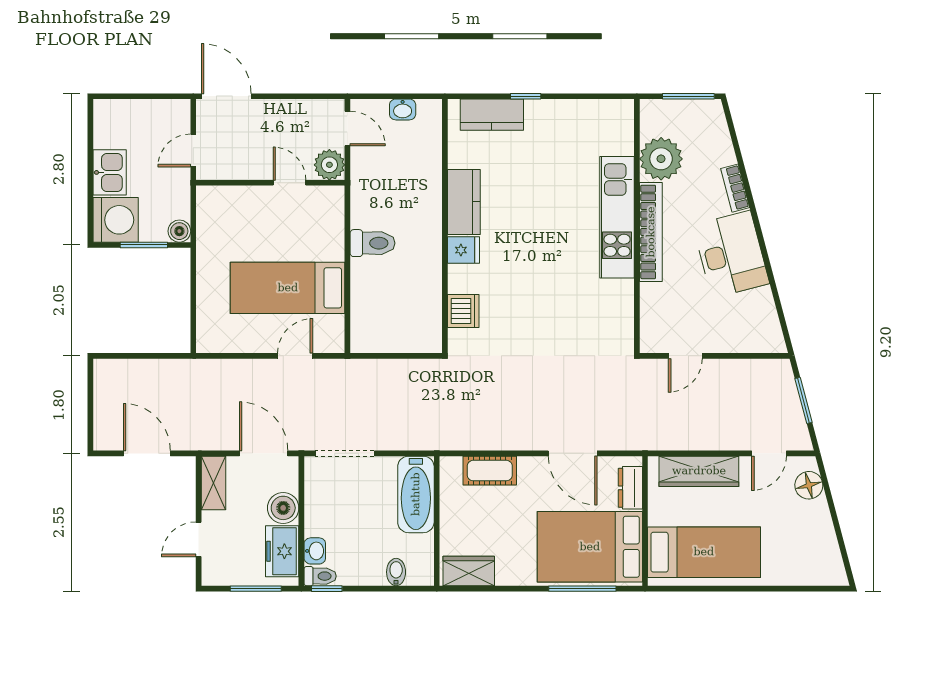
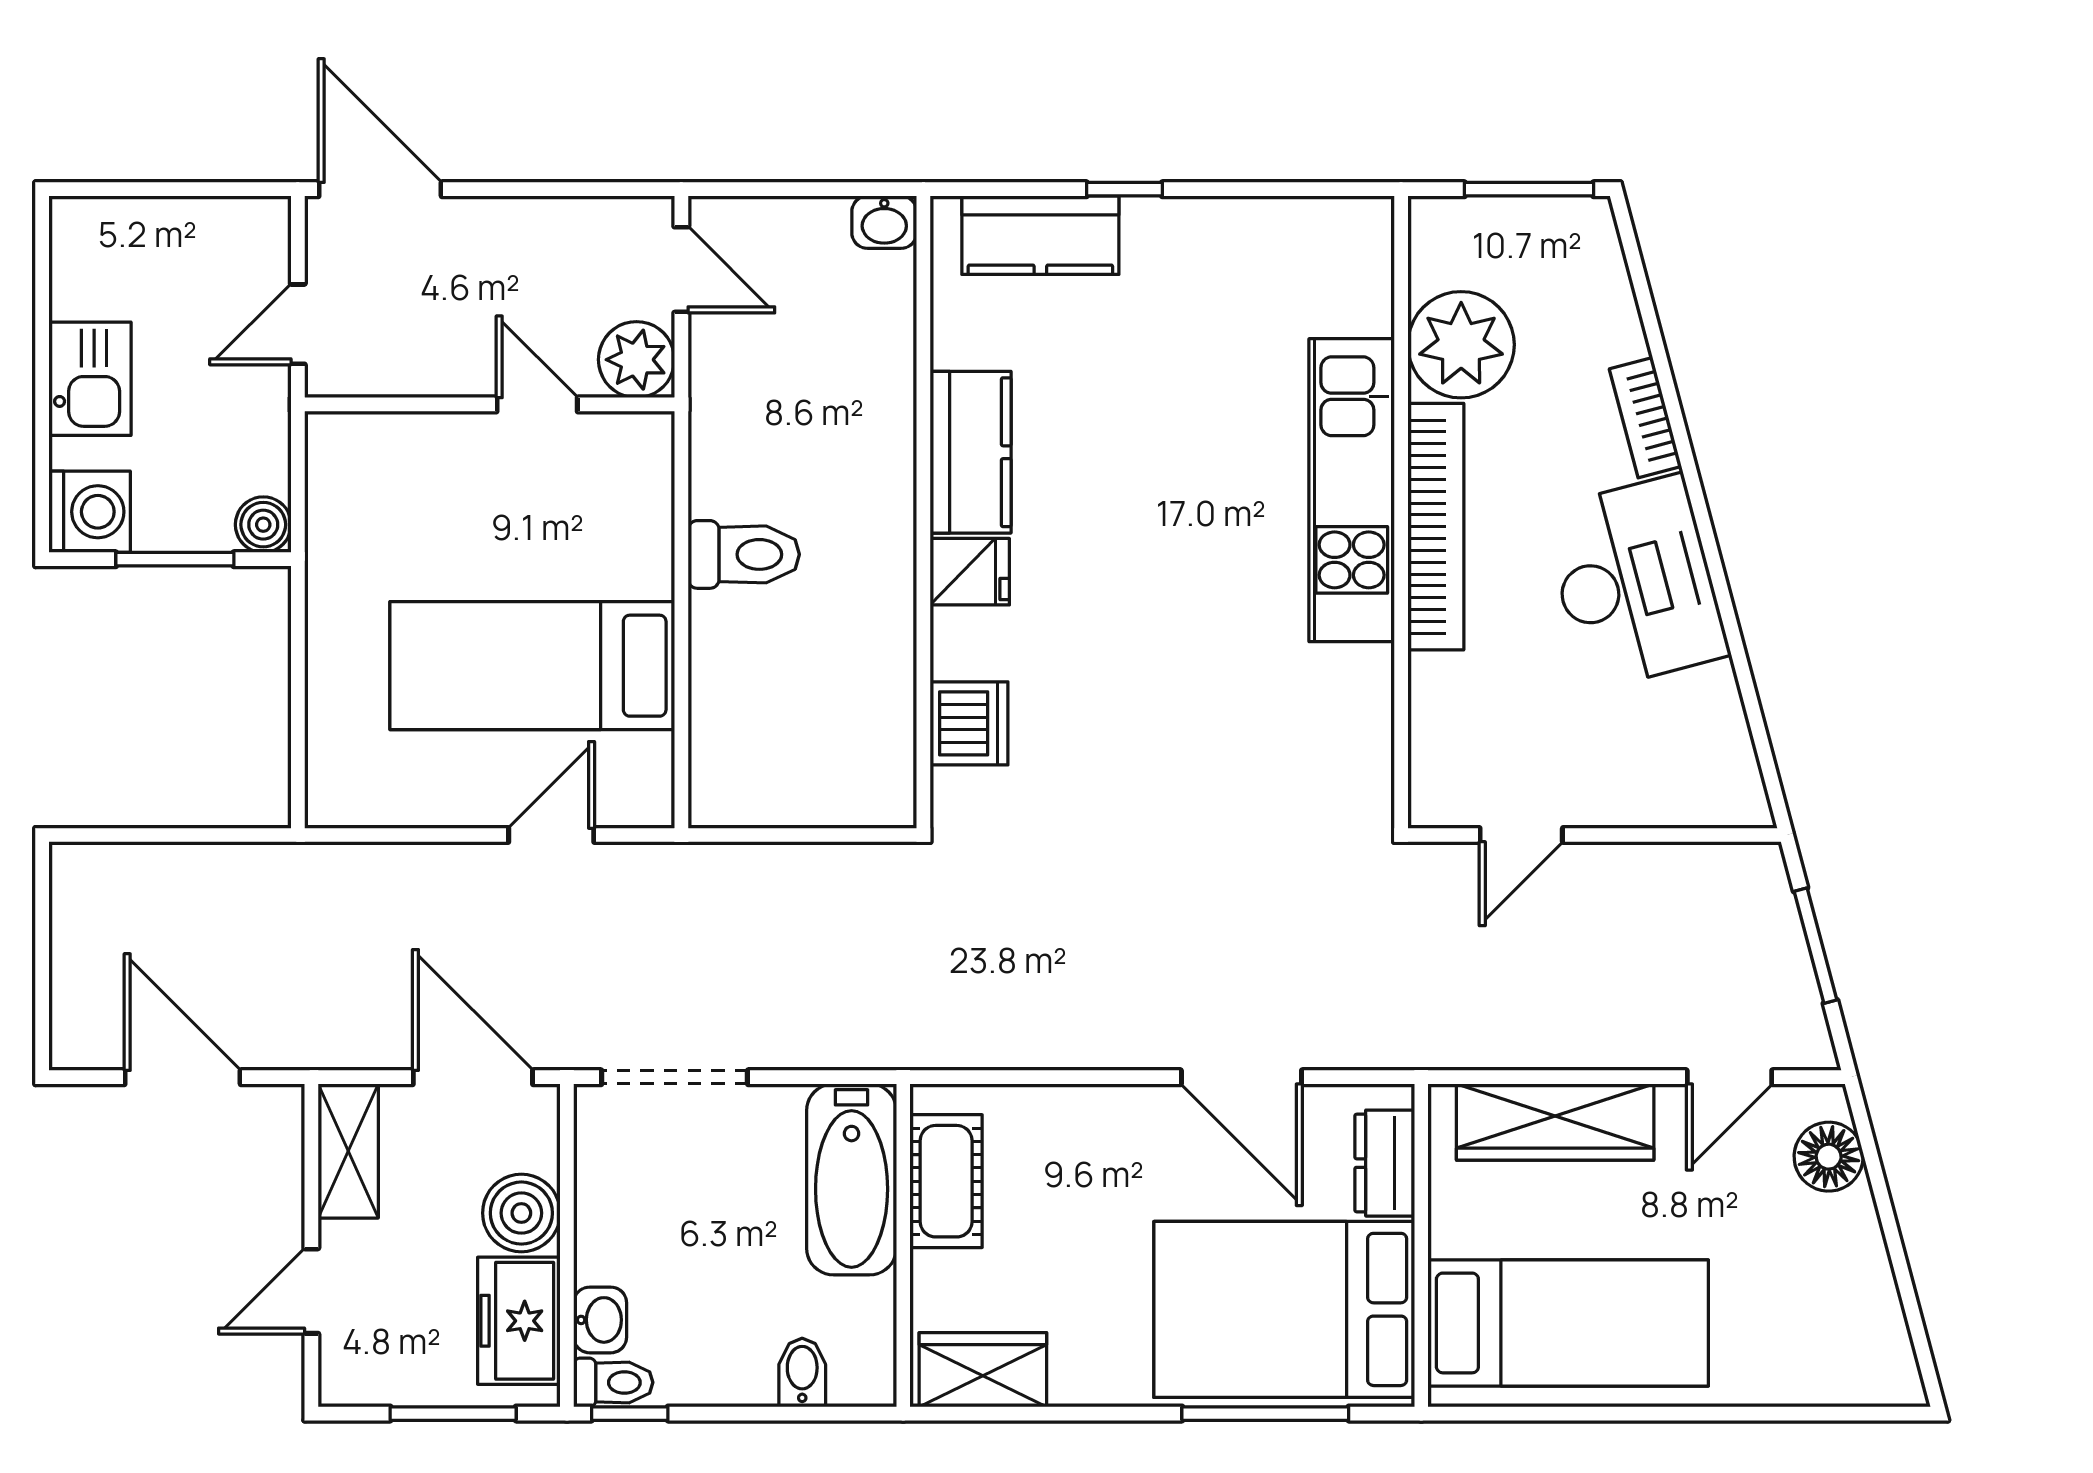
washbasin: (403, 109) -> (884, 222), moved
washing machine: (116, 220) -> (90, 512), width x0.73, depth x0.73
cot: (490, 471) -> (946, 1181), moved, turned 90

